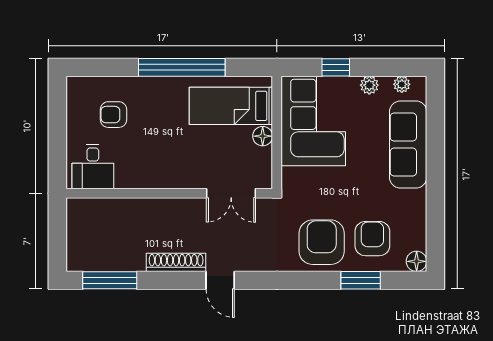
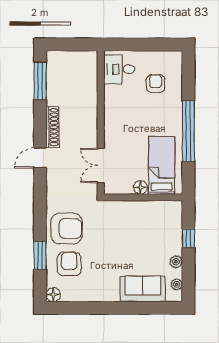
corner sofa: (313, 121) -> (151, 223), removed
sofa: (408, 145) -> (143, 289), width x0.73
armchair: (372, 239) -> (69, 264), turned -90

